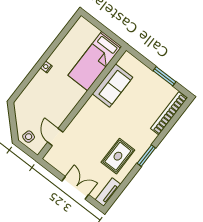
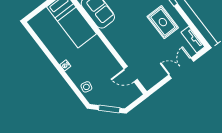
window: (13, 124) -> (109, 109), added
side table: (29, 137) -> (86, 87), moved

